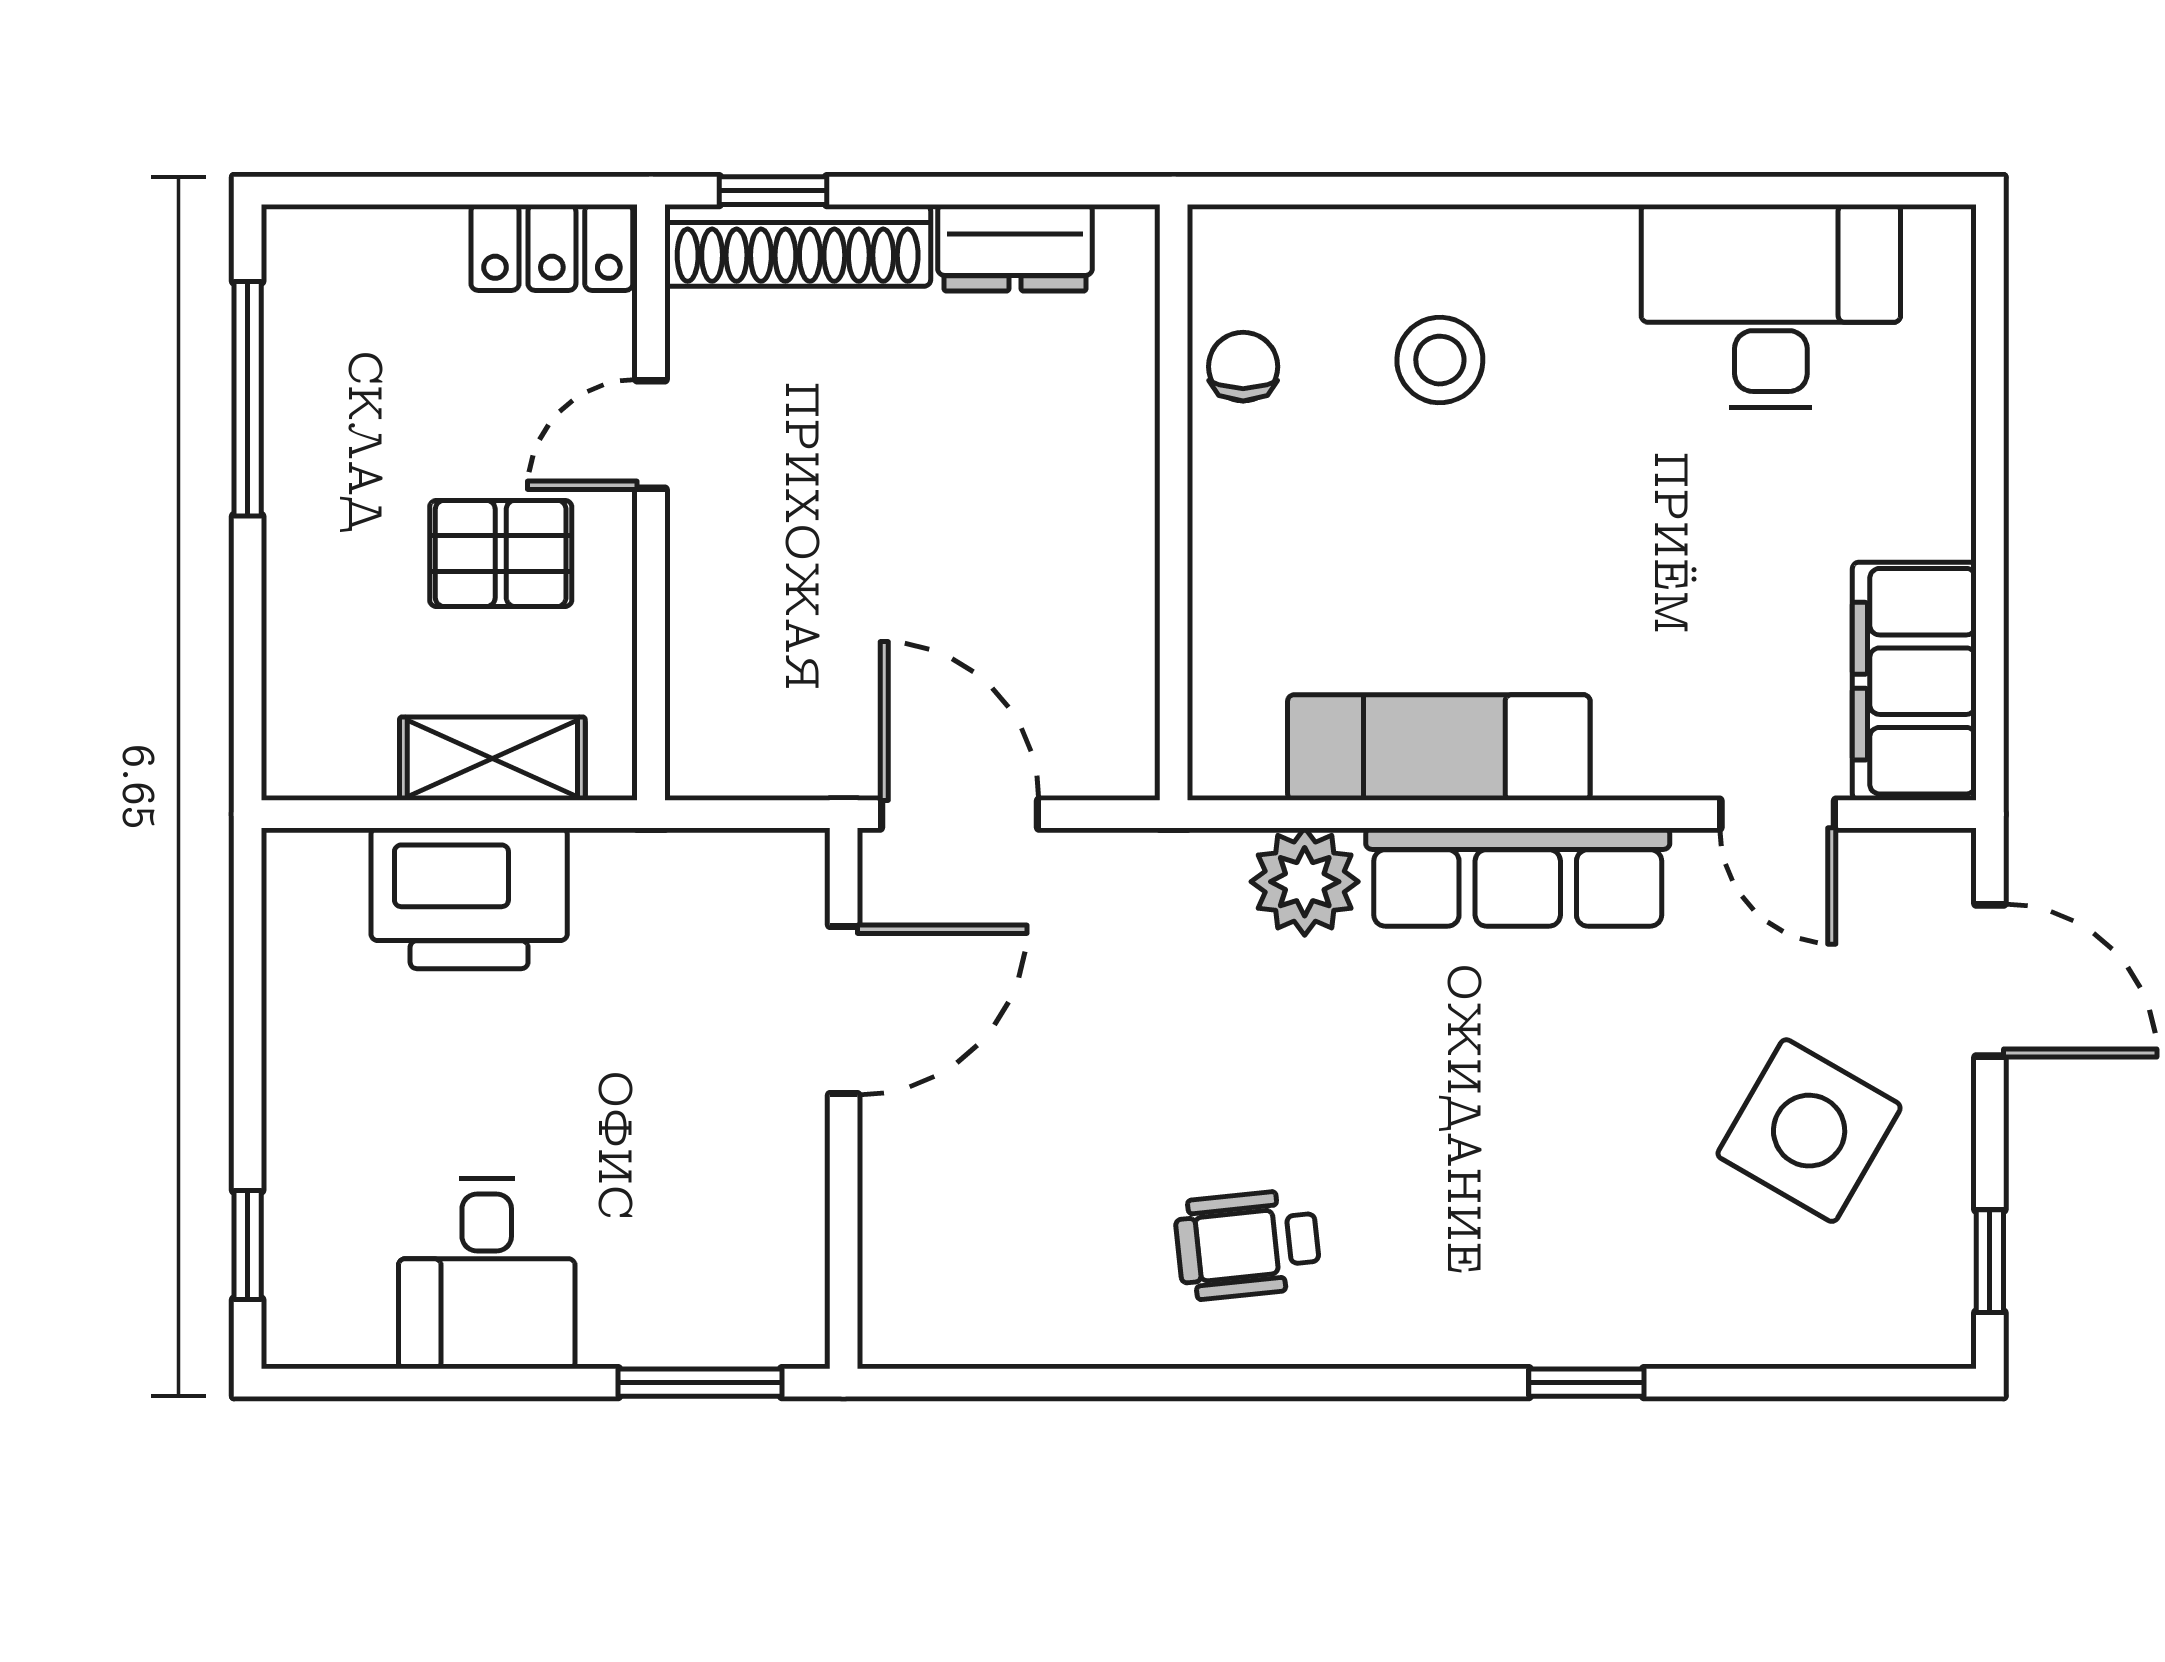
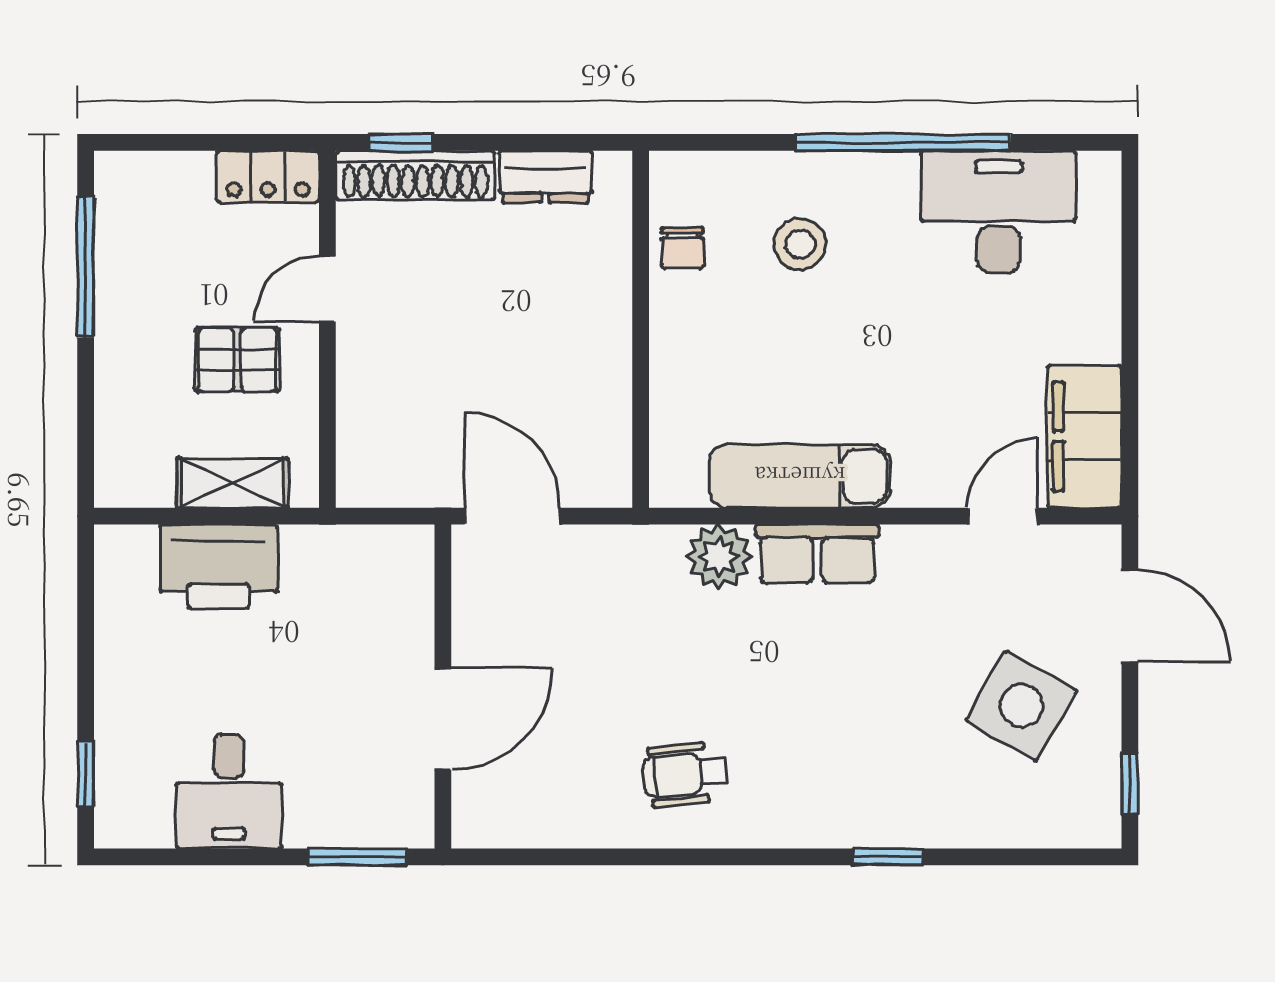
window: (1611, 191) -> (903, 142), added
chair: (1243, 367) -> (682, 248), turned 180
door: (1778, 814) -> (1003, 516), swing flipped
row of seats: (1518, 877) -> (817, 554), width x0.68
door: (844, 1010) -> (443, 719), moved

